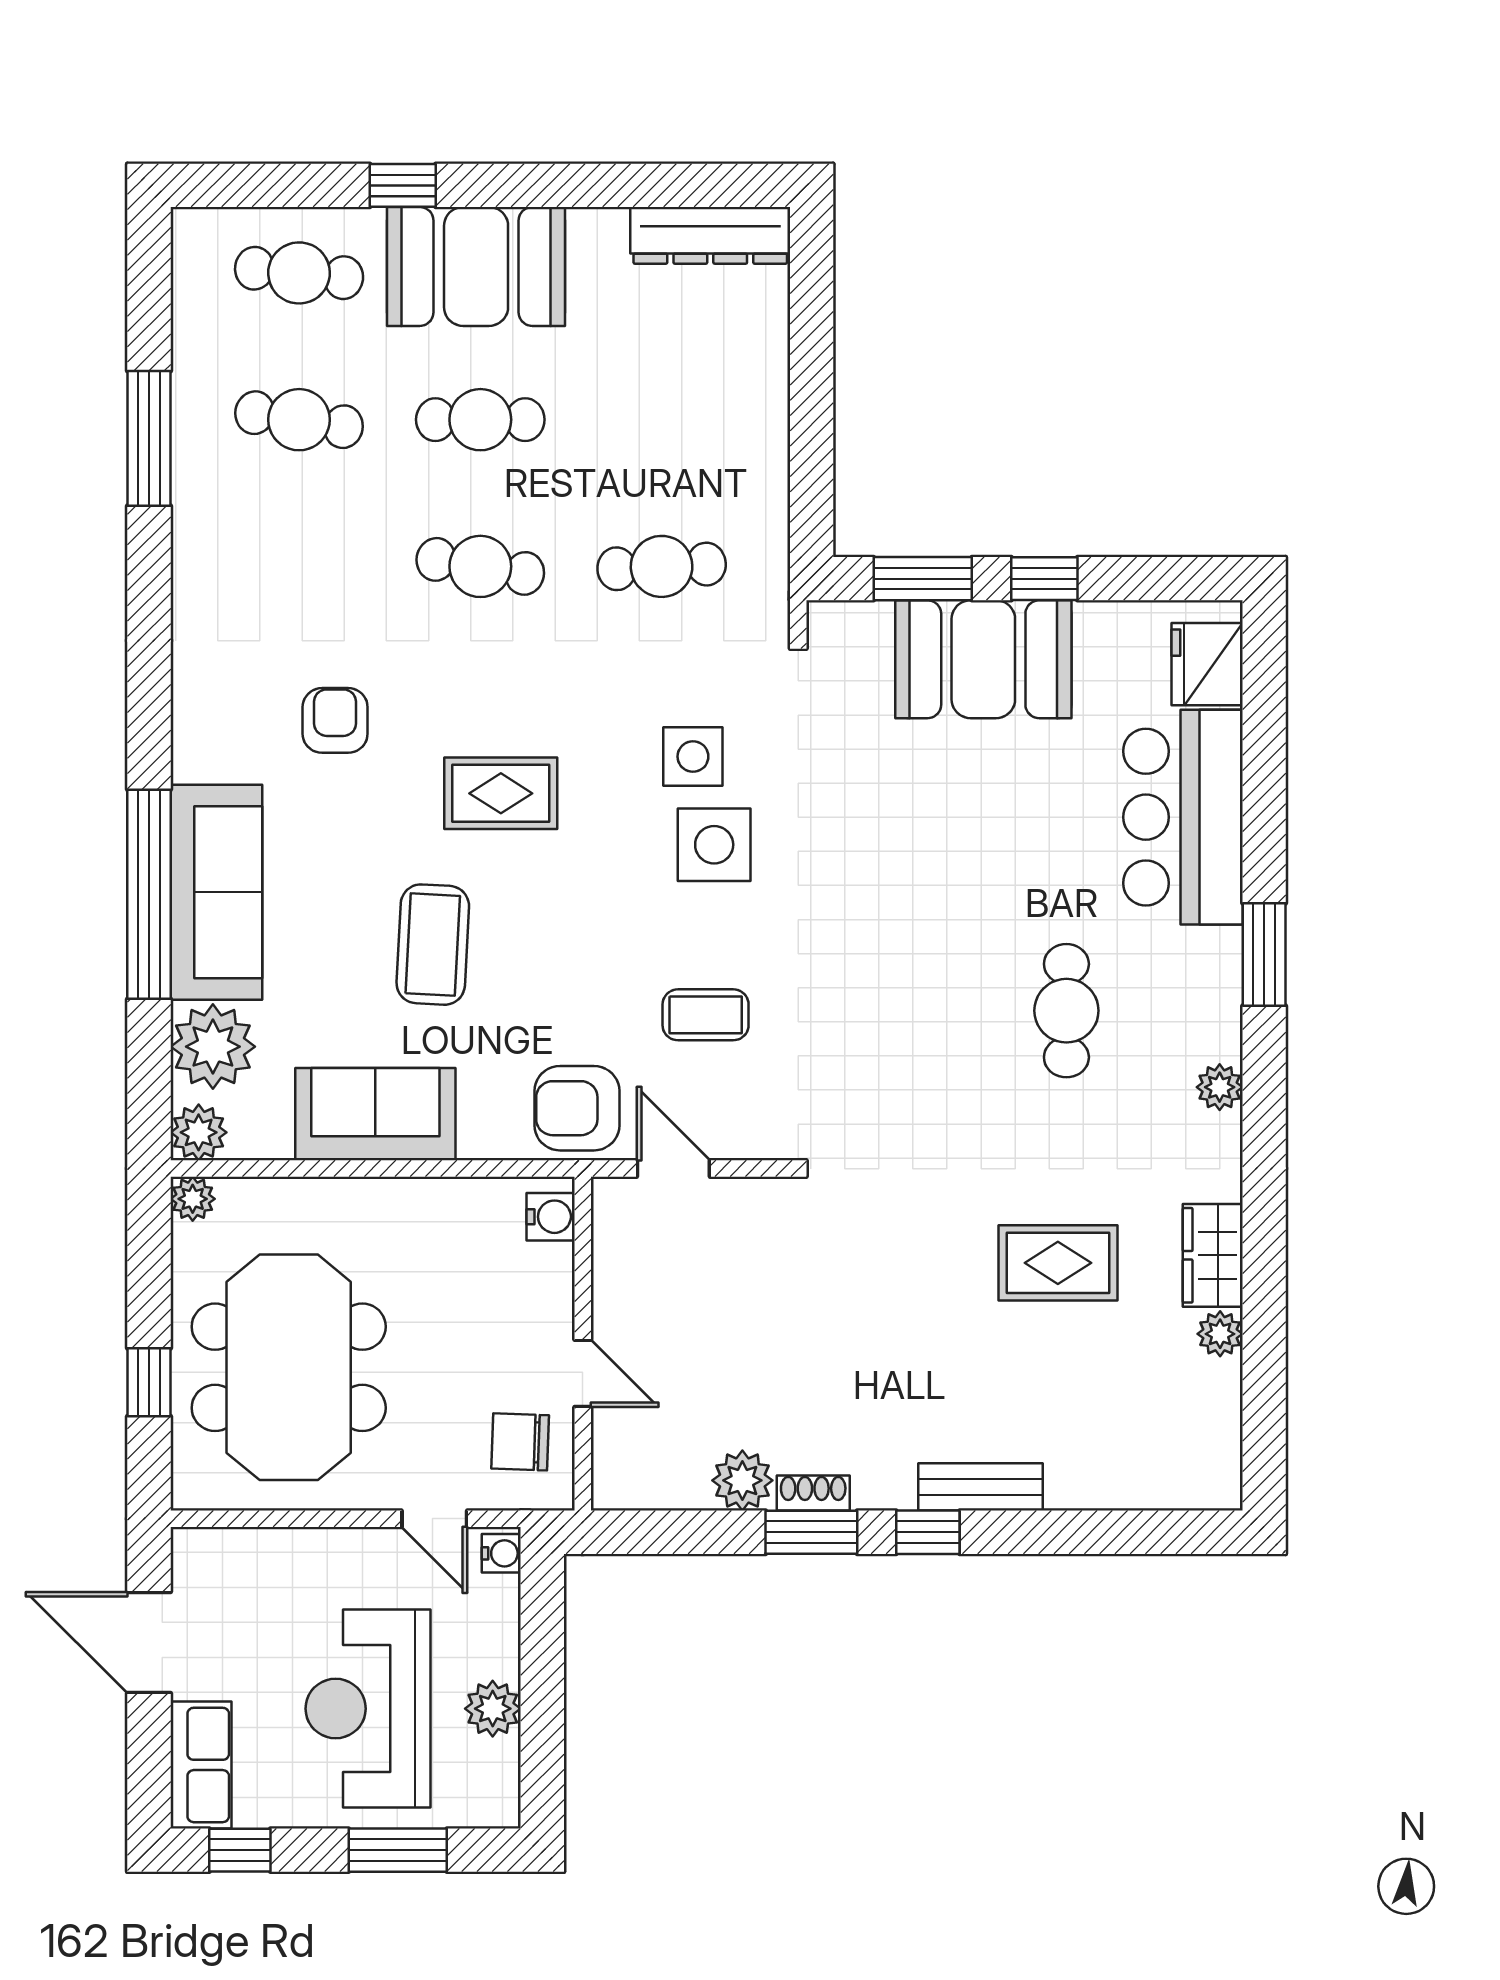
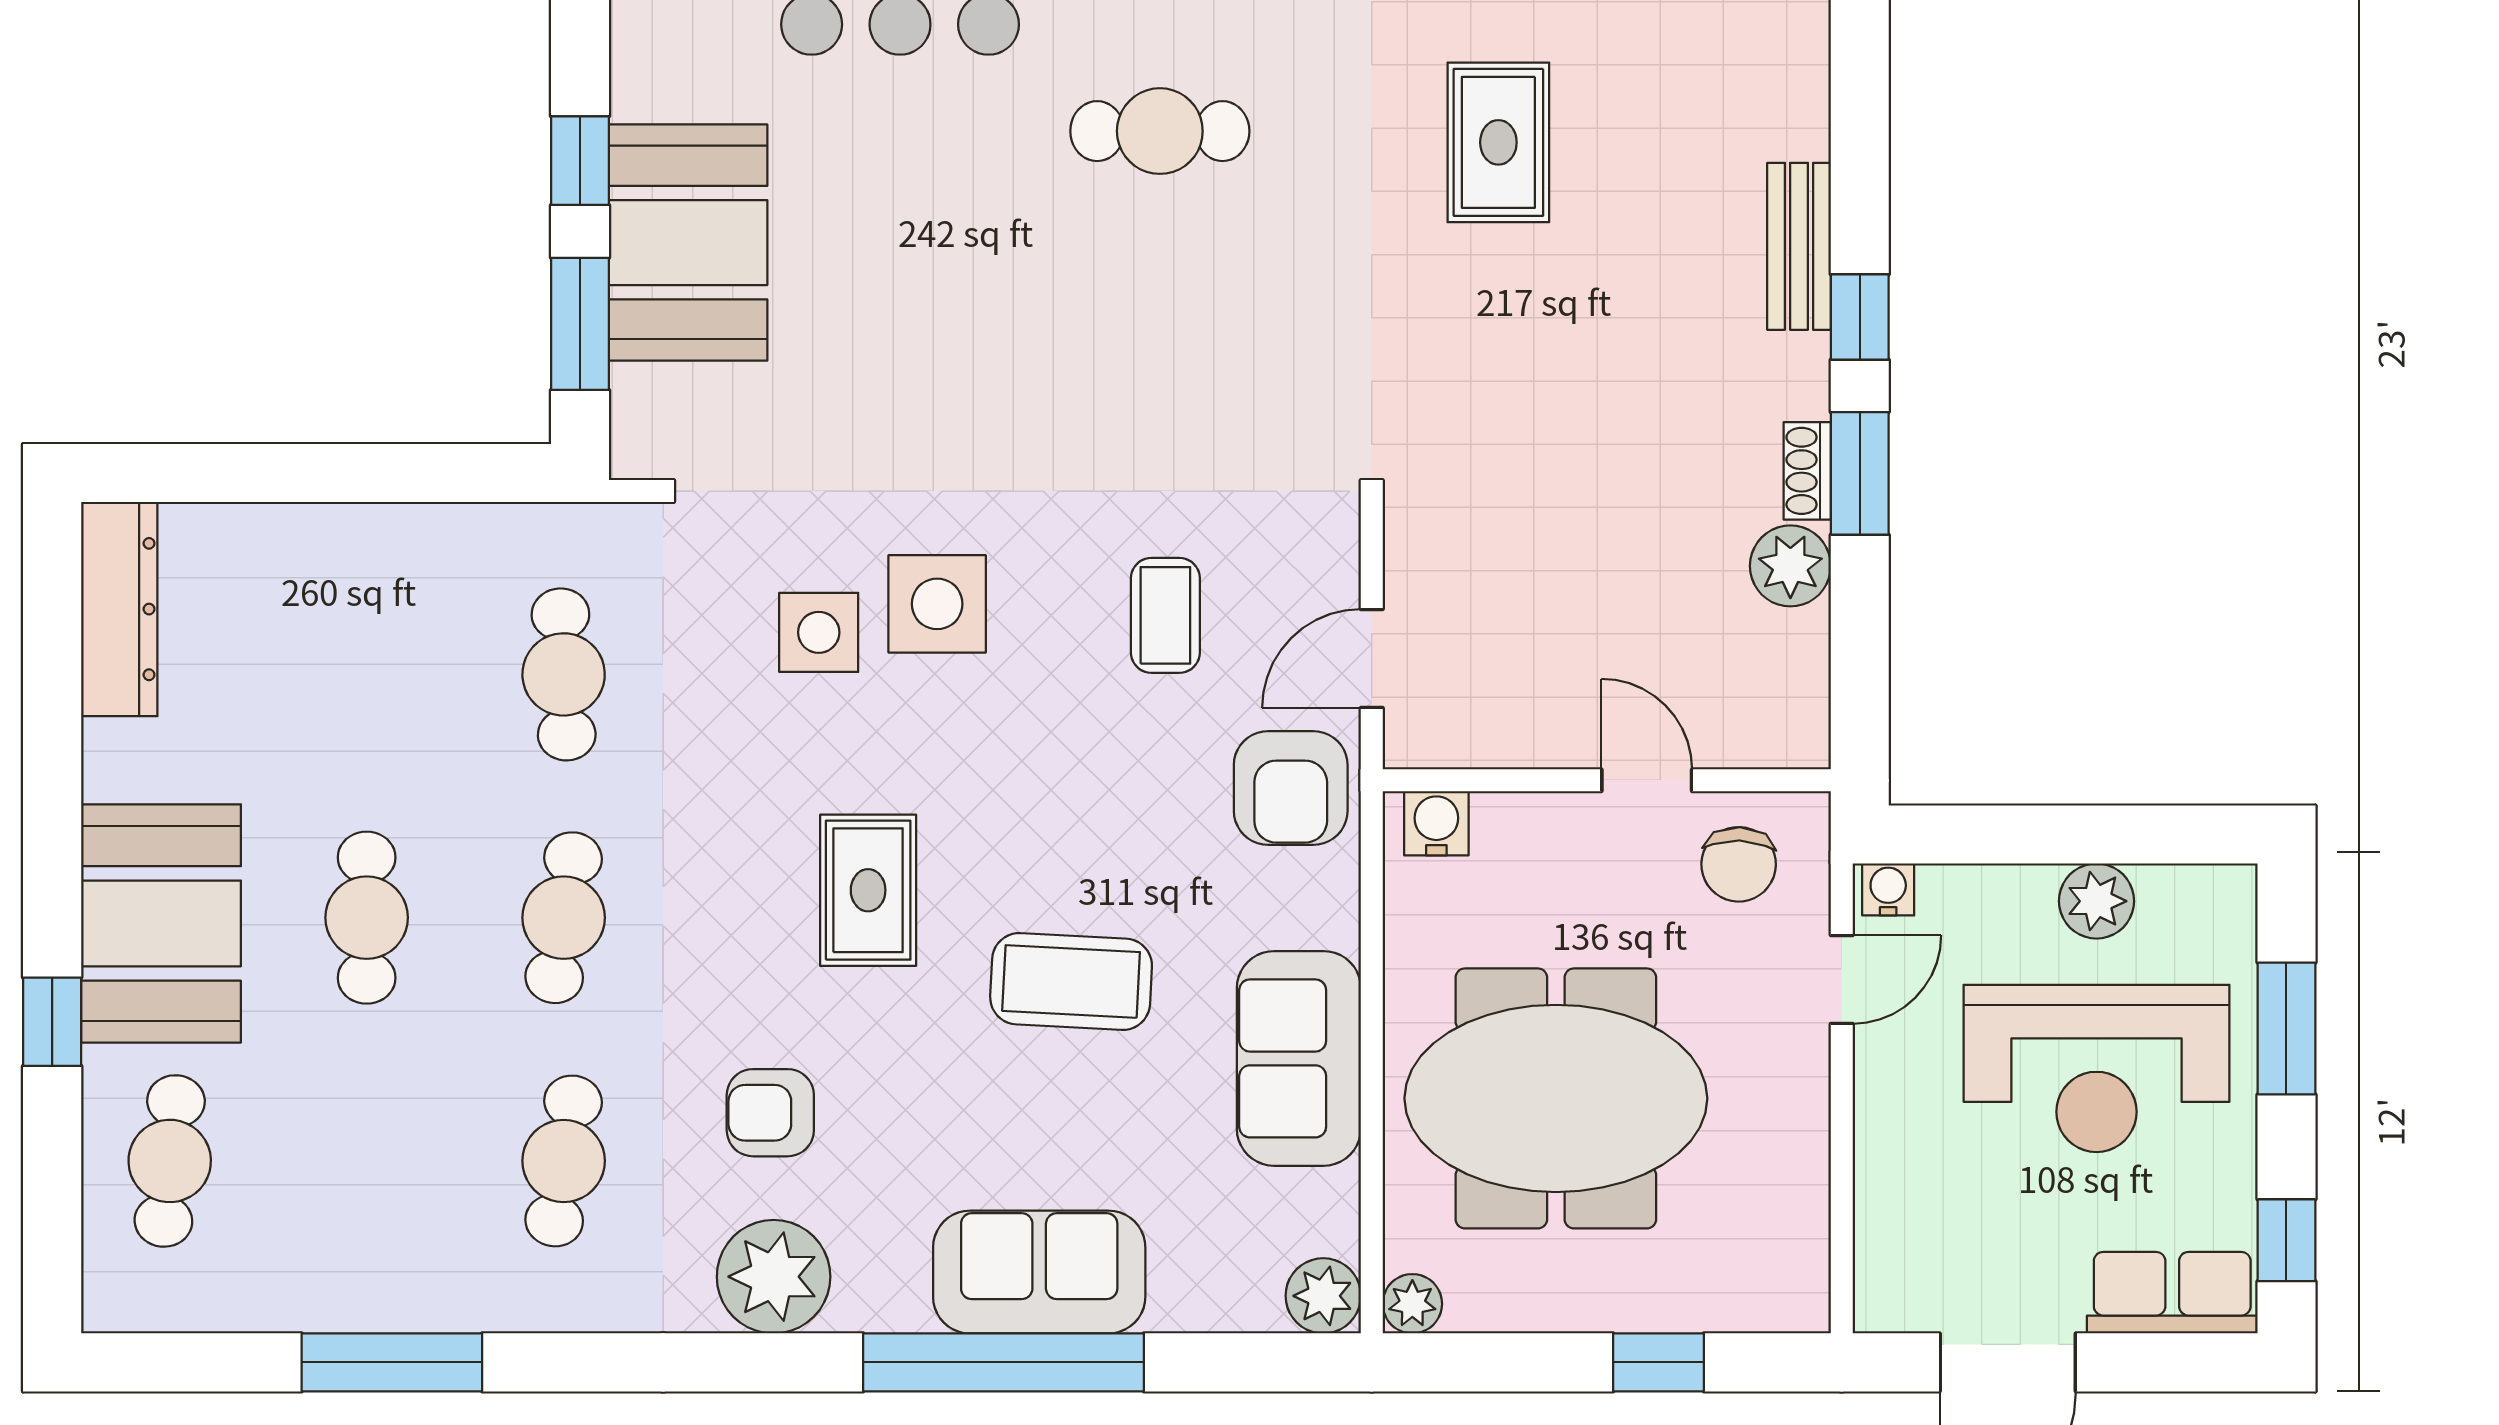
cafe table: (299, 420) -> (564, 1161), moved
sofa: (216, 892) -> (1039, 1272), width x0.73
plant: (213, 1047) -> (774, 1277), moved
meeting table: (289, 1367) -> (1556, 1098), moved
door: (583, 1373) -> (1647, 780), hinge flipped

